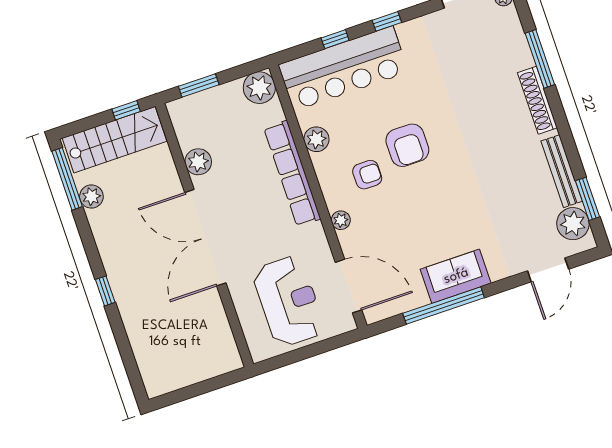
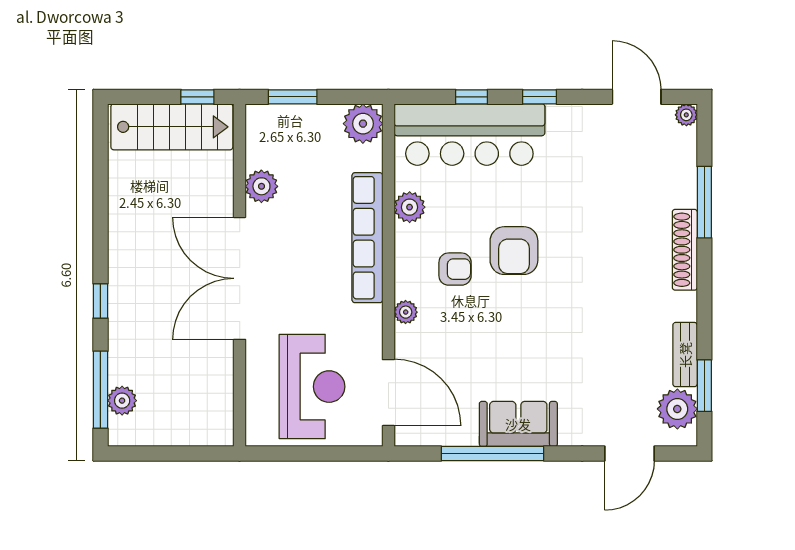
bench: (562, 171) -> (685, 355), width x0.73
window: (67, 179) -> (100, 390), moved
plant: (91, 197) -> (122, 401), moved

